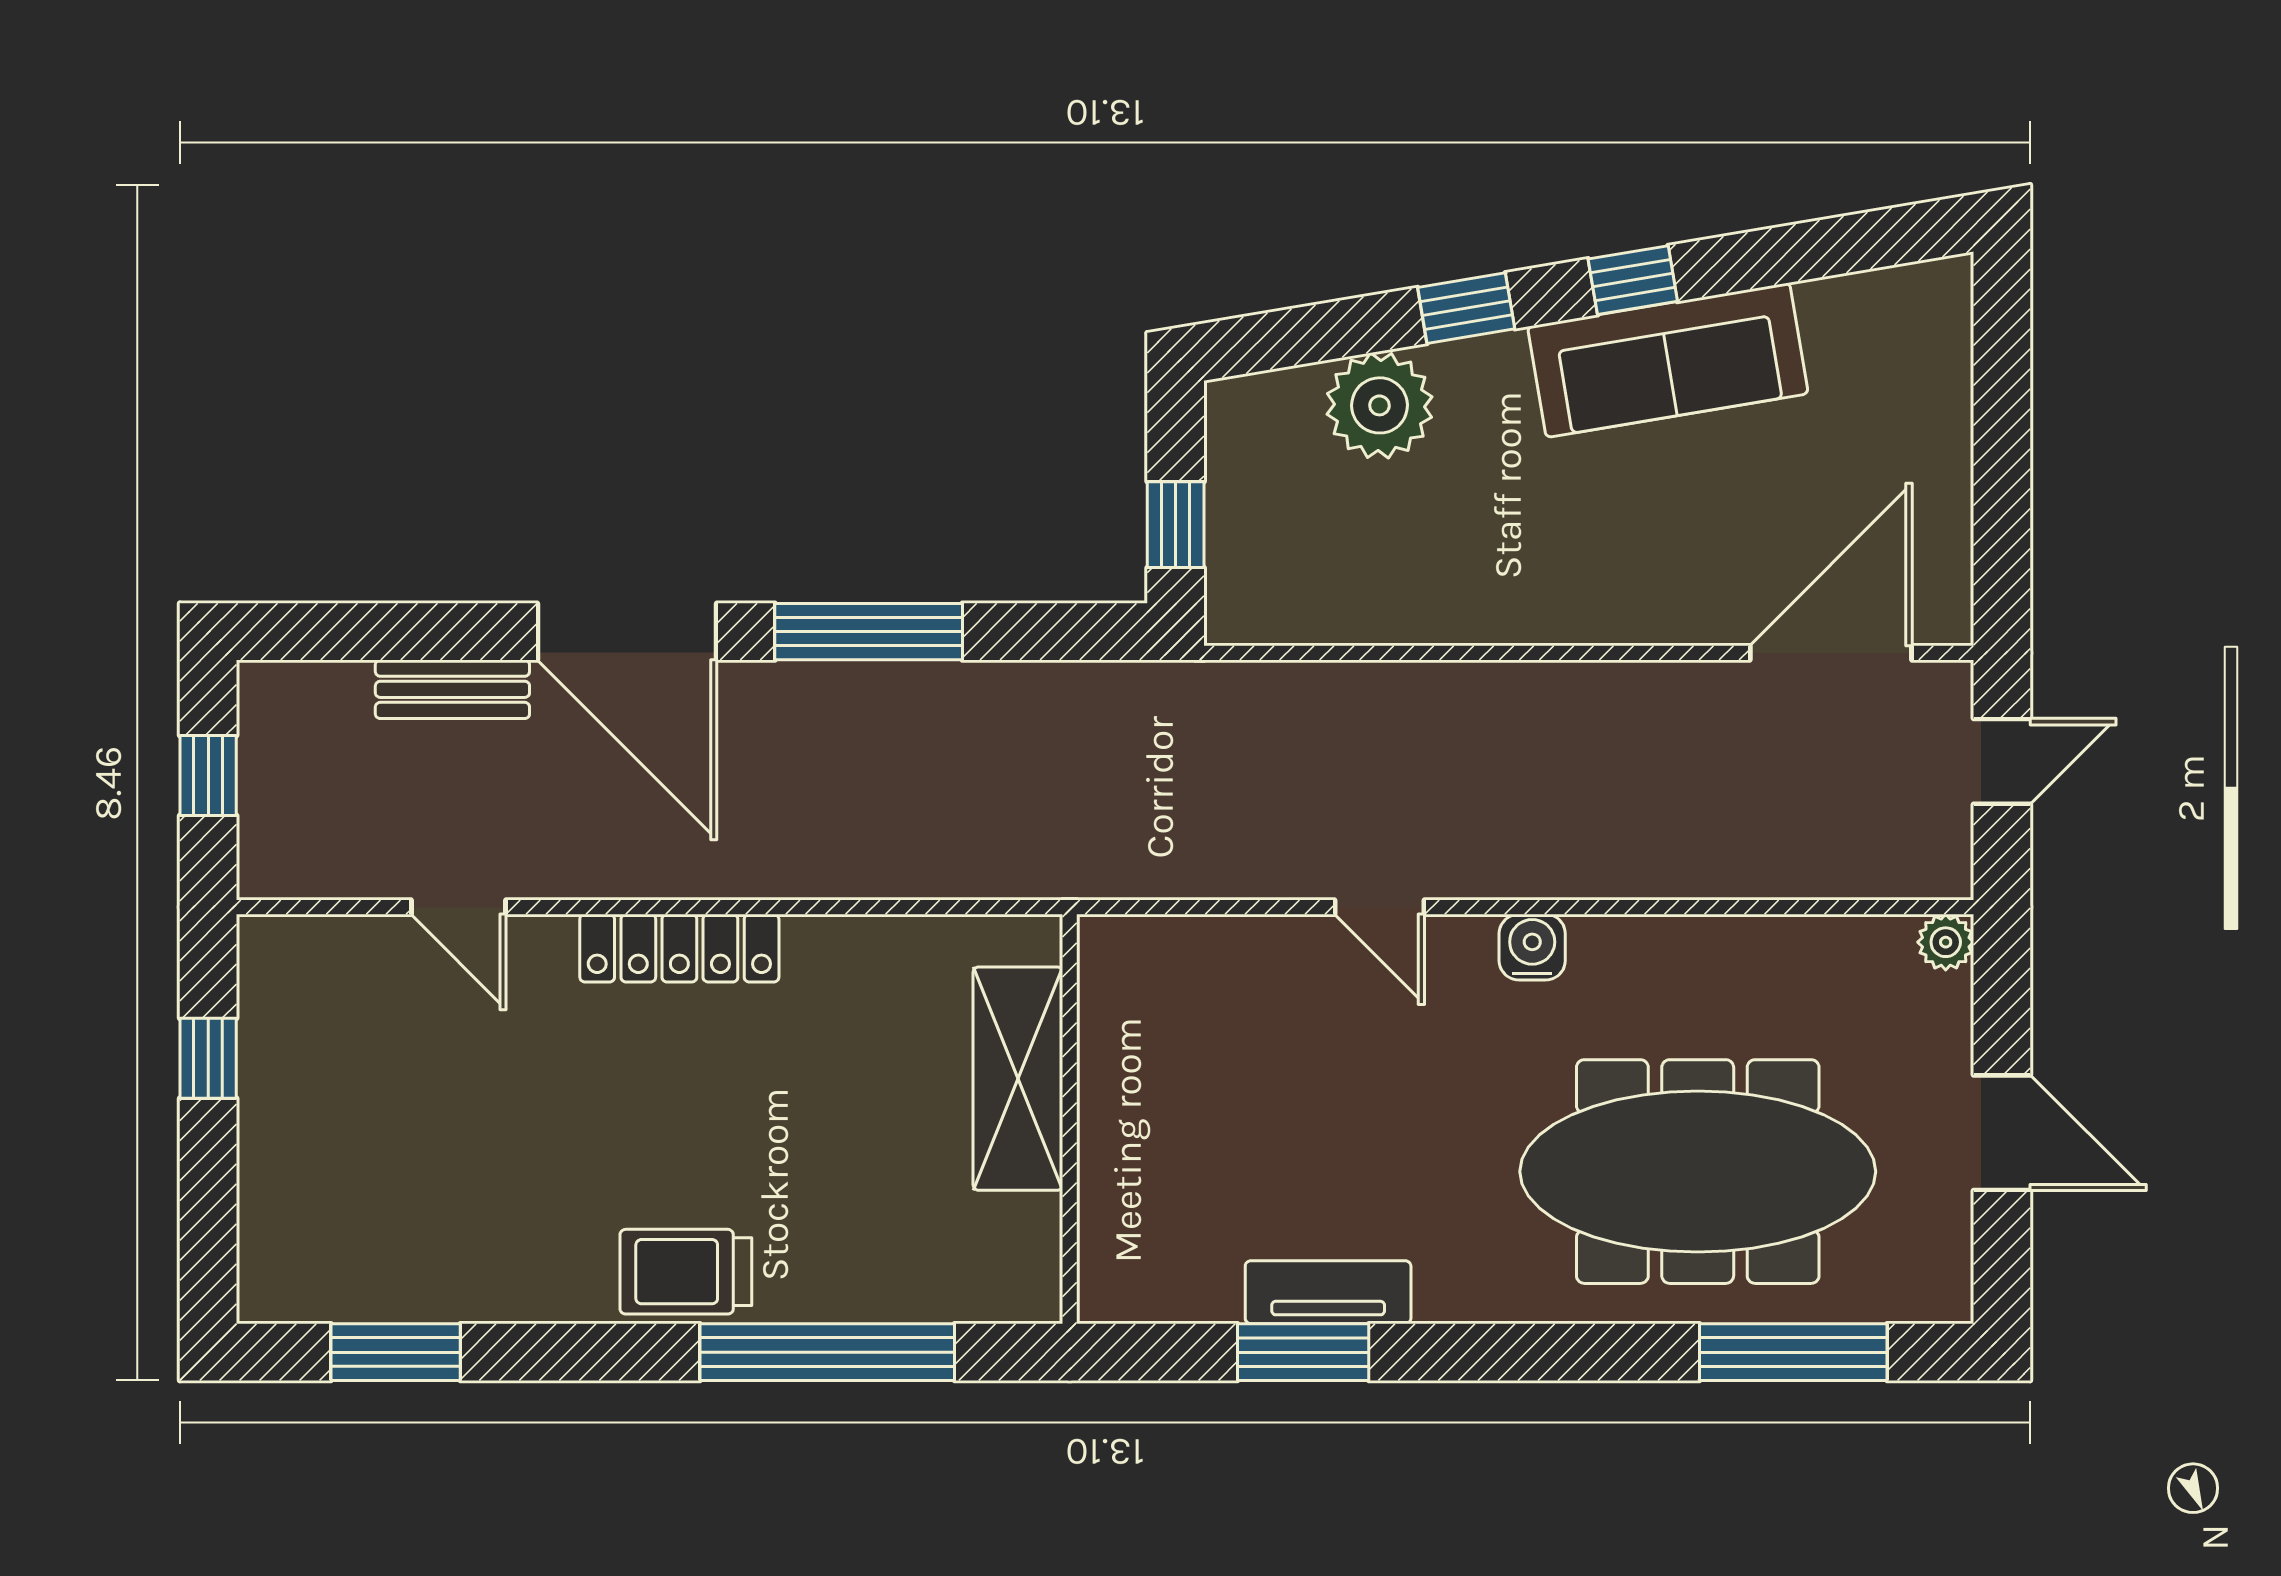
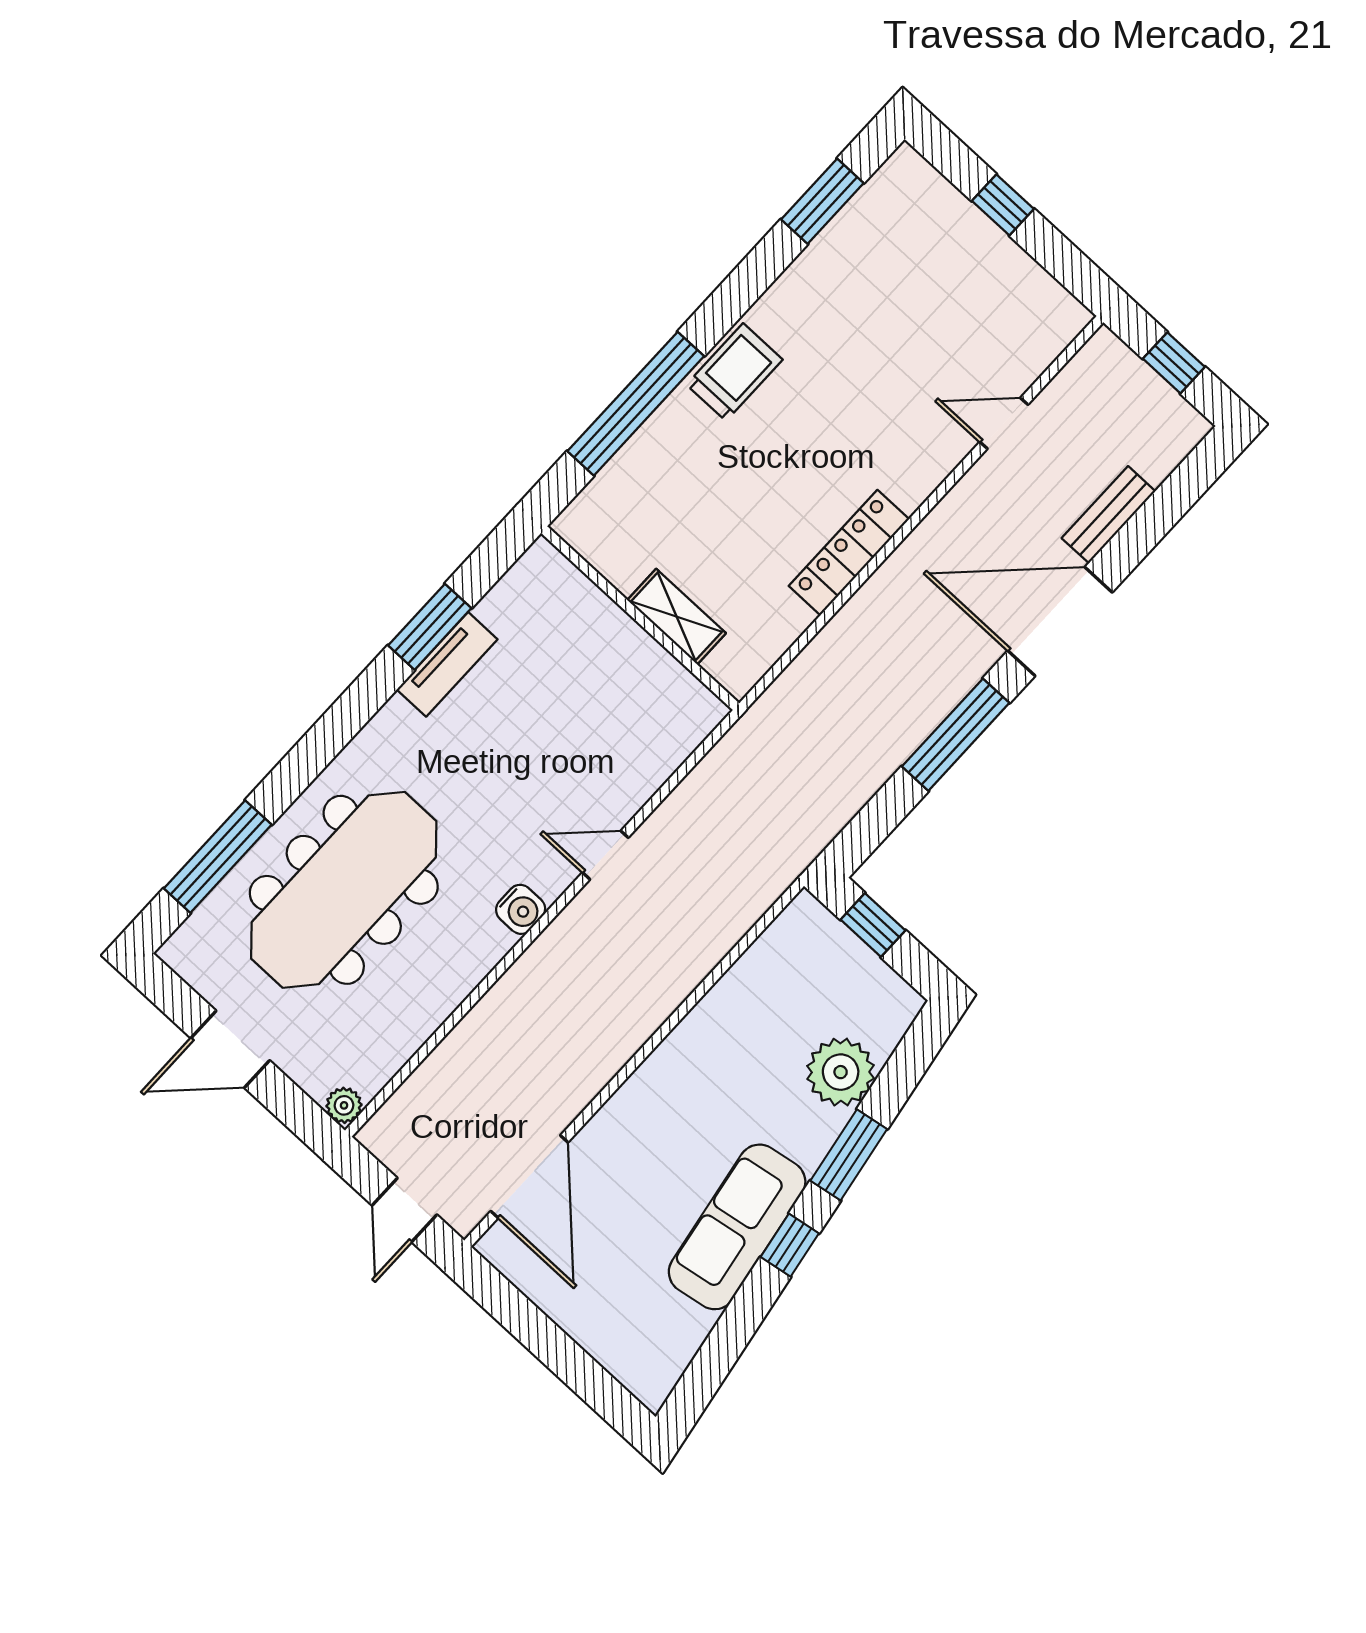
window: (1466, 308) -> (849, 1155), width x1.50
locker: (679, 948) -> (849, 553), moved
window: (208, 1058) -> (1003, 205), moved
shelving: (1018, 1079) -> (677, 617), width x0.67, depth x0.75

